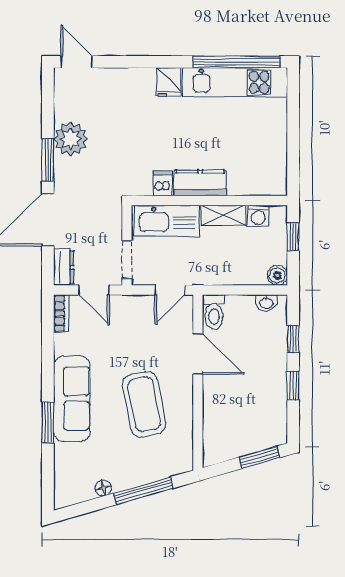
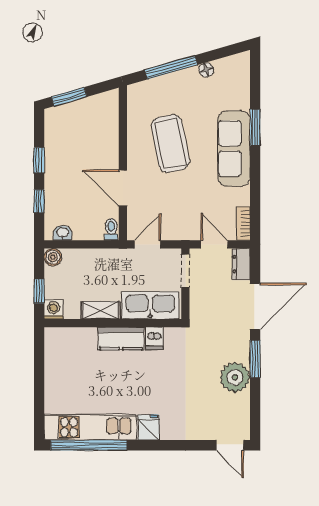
washing machine: (258, 216) -> (54, 310), moved
toilet: (214, 312) -> (111, 229), width x0.73, depth x0.72

